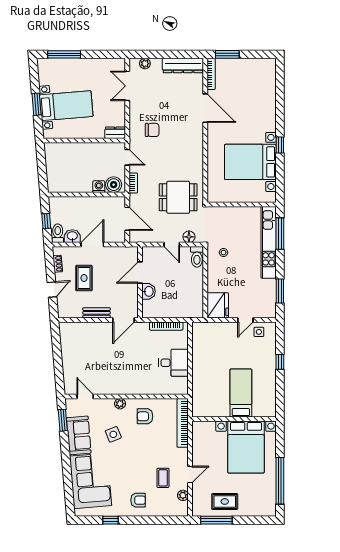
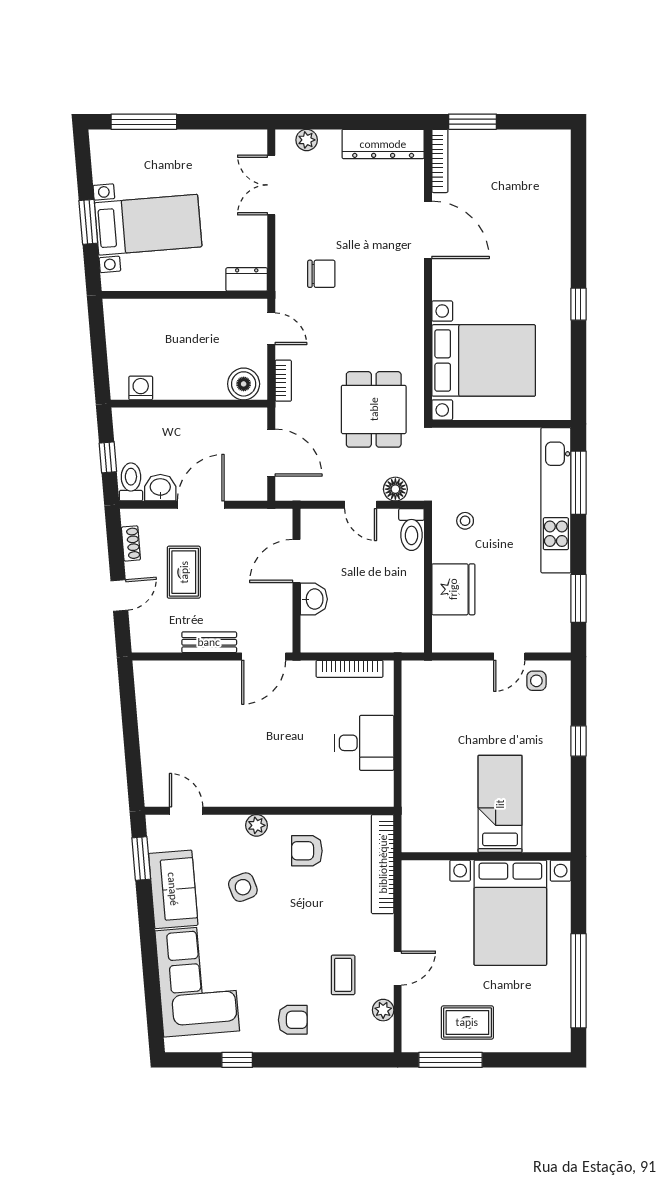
bed with nightstands: (250, 162) -> (484, 360), moved, turned 180
washing machine: (99, 187) -> (141, 388), moved
dining table: (178, 197) -> (374, 409), turned 90
fridge: (218, 305) -> (453, 589), moved

